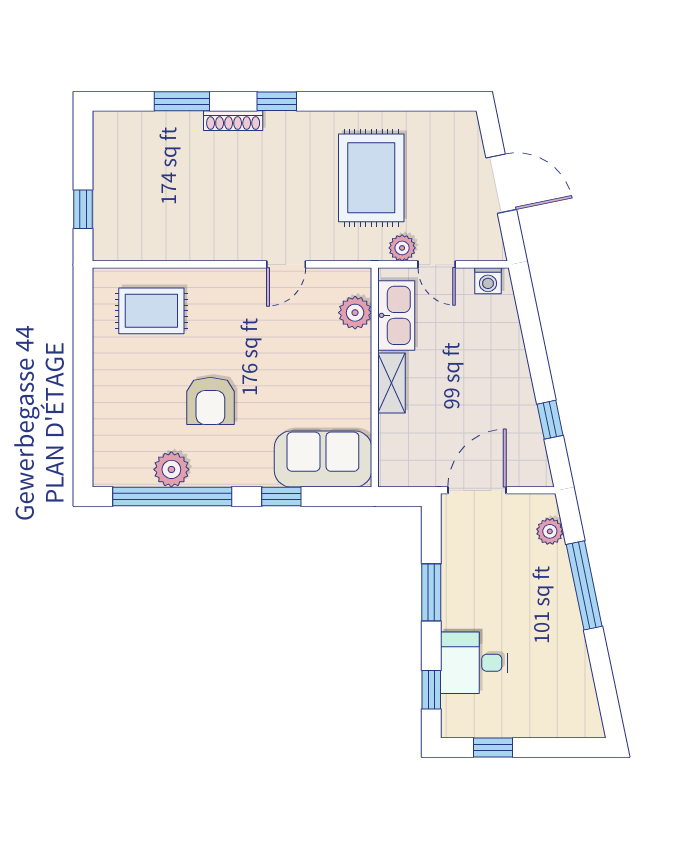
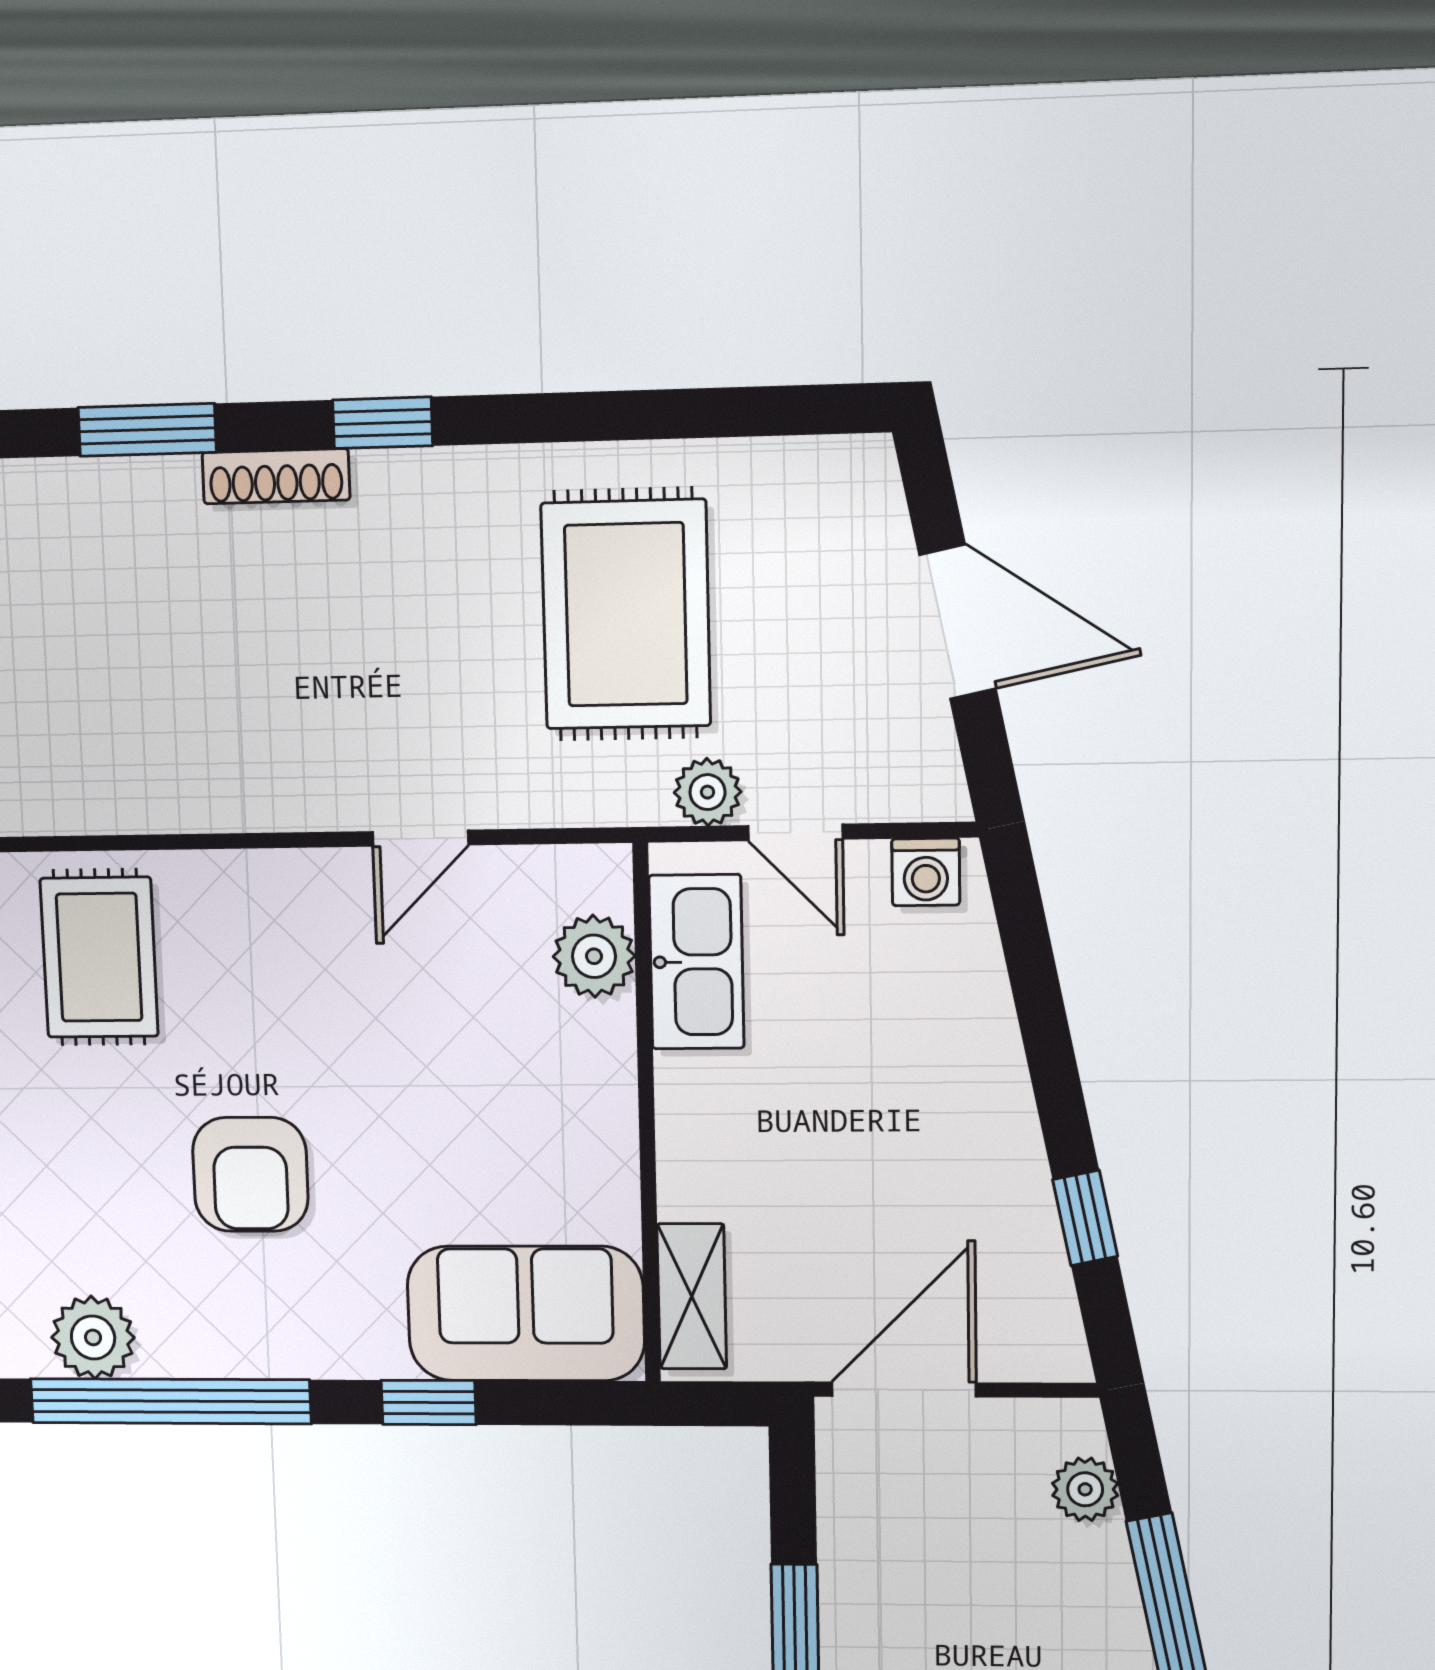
rug: (151, 311) -> (99, 957), turned 90
shelving: (391, 383) -> (692, 1296), moved
plant: (171, 469) -> (93, 1337), moved

